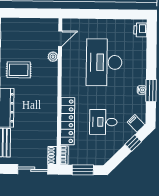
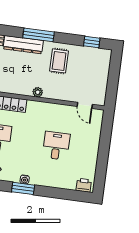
plant: (53, 57) -> (38, 92), moved
desk: (104, 62) -> (56, 146), width x0.53, depth x0.77

